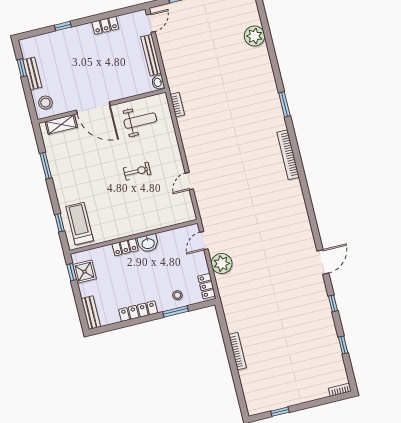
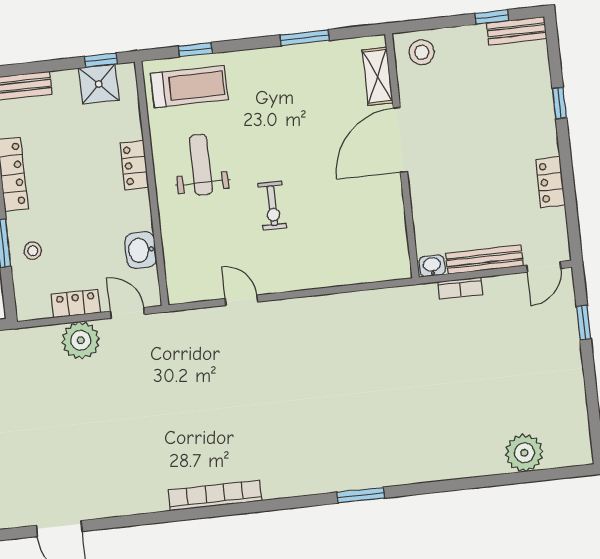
door: (151, 23) -> (544, 267), hinge flipped
plant: (254, 36) -> (524, 453), moved
bench: (32, 74) -> (517, 31), moved
bookcase: (177, 105) -> (460, 288), moved
weight bench: (140, 121) -> (201, 165), moved, turned 180
bookcase: (288, 155) -> (215, 495), moved
washbasin: (148, 243) -> (141, 250), moved
locker: (207, 286) -> (76, 303), moved

